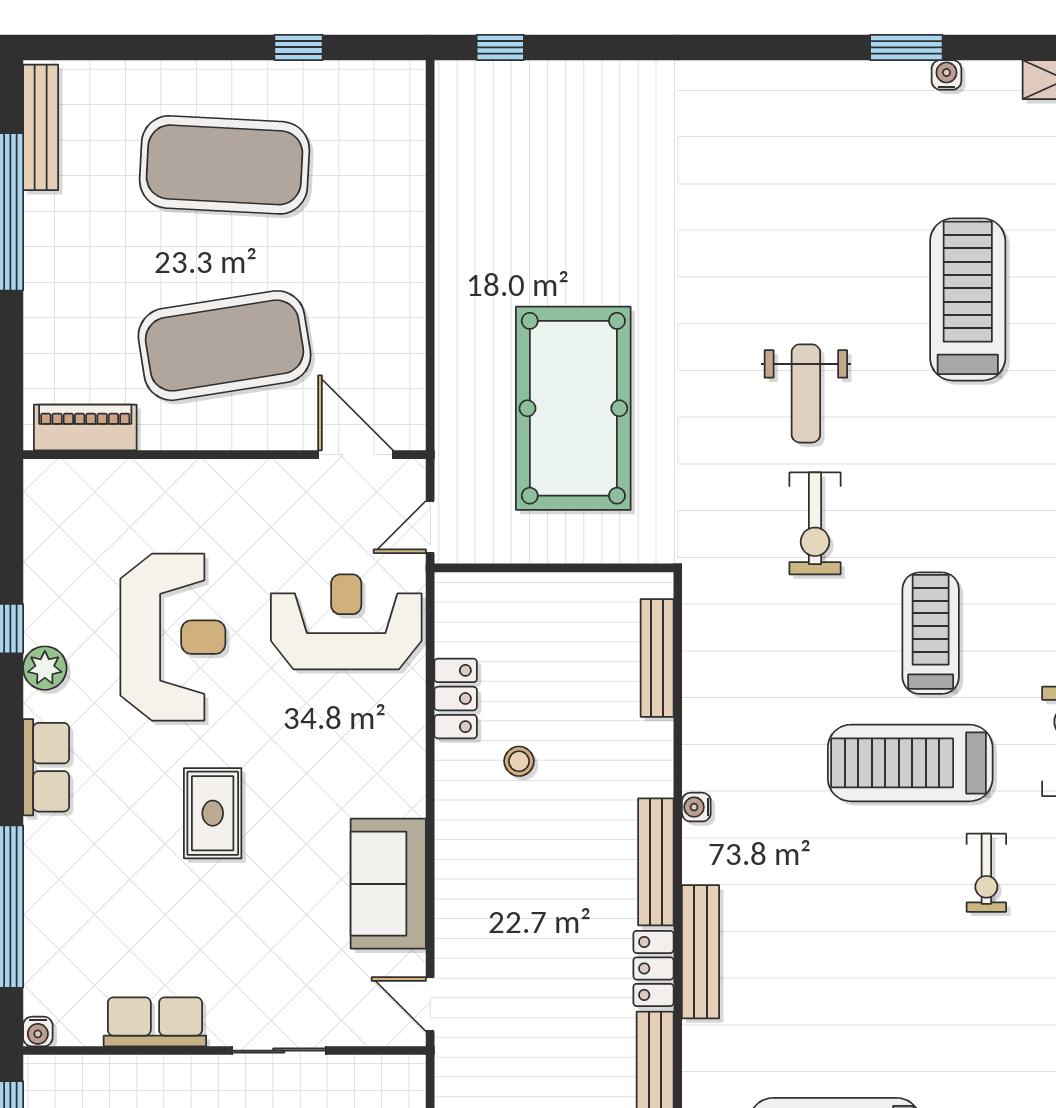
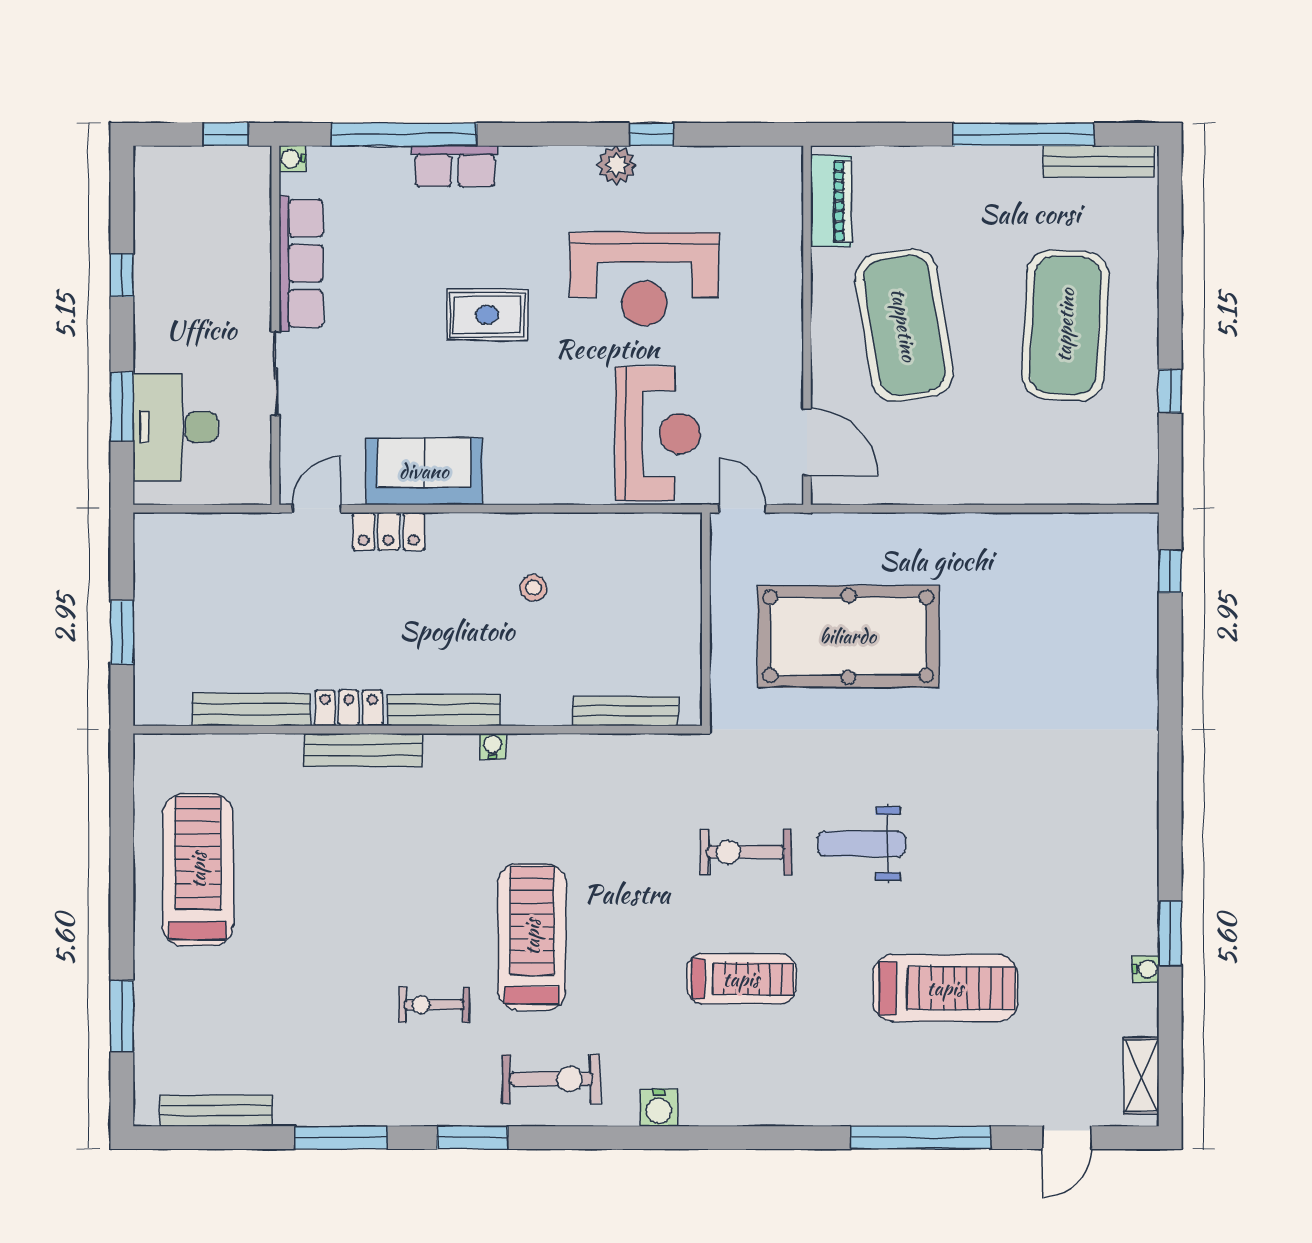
door: (356, 455) -> (807, 442), hinge flipped
treadmill: (931, 633) -> (741, 979), moved
locker: (456, 699) -> (388, 531), moved
row of seats: (46, 767) -> (455, 166), moved
row of seats: (155, 1022) -> (301, 263), width x1.48

